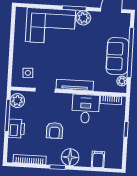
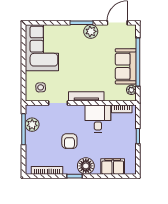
corner sofa: (50, 26) -> (42, 48), moved, turned -90
plant: (17, 101) -> (32, 125), moved
printer: (16, 129) -> (33, 141), removed
filing cabinet: (98, 159) -> (113, 166), width x2.00

